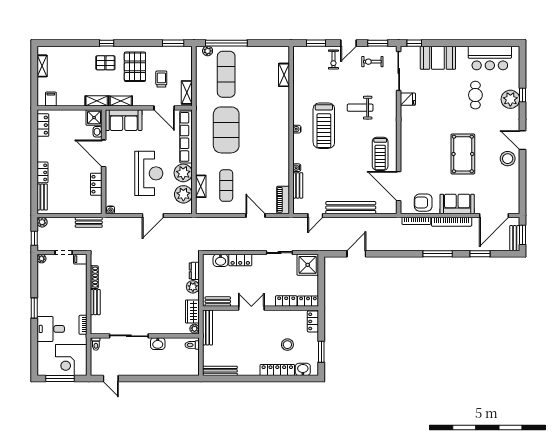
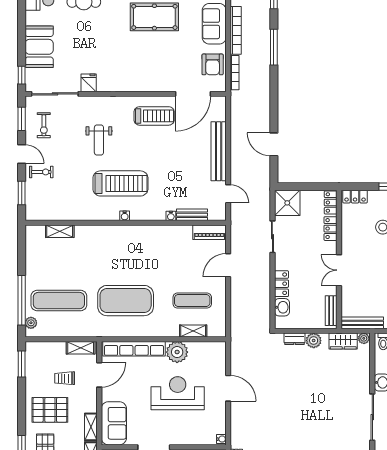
plant: (183, 194) -> (203, 352), removed

